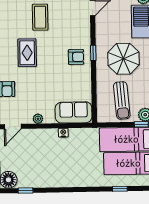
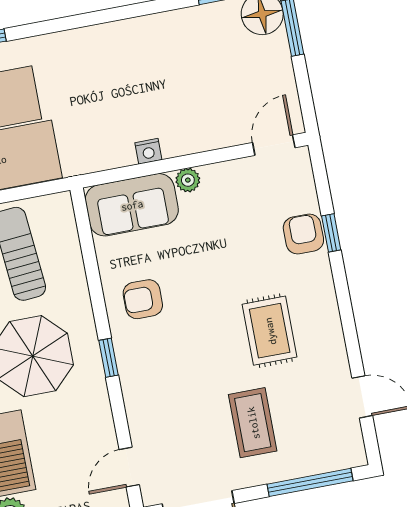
armchair: (76, 57) -> (143, 299), moved
plant: (38, 119) -> (188, 180), moved

